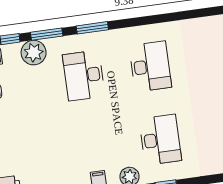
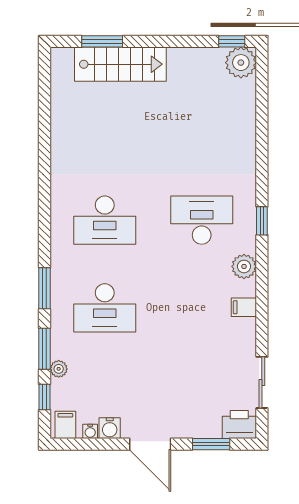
plant: (34, 53) -> (59, 369), width x0.53, depth x0.53
desk: (150, 66) -> (105, 220), turned 180

